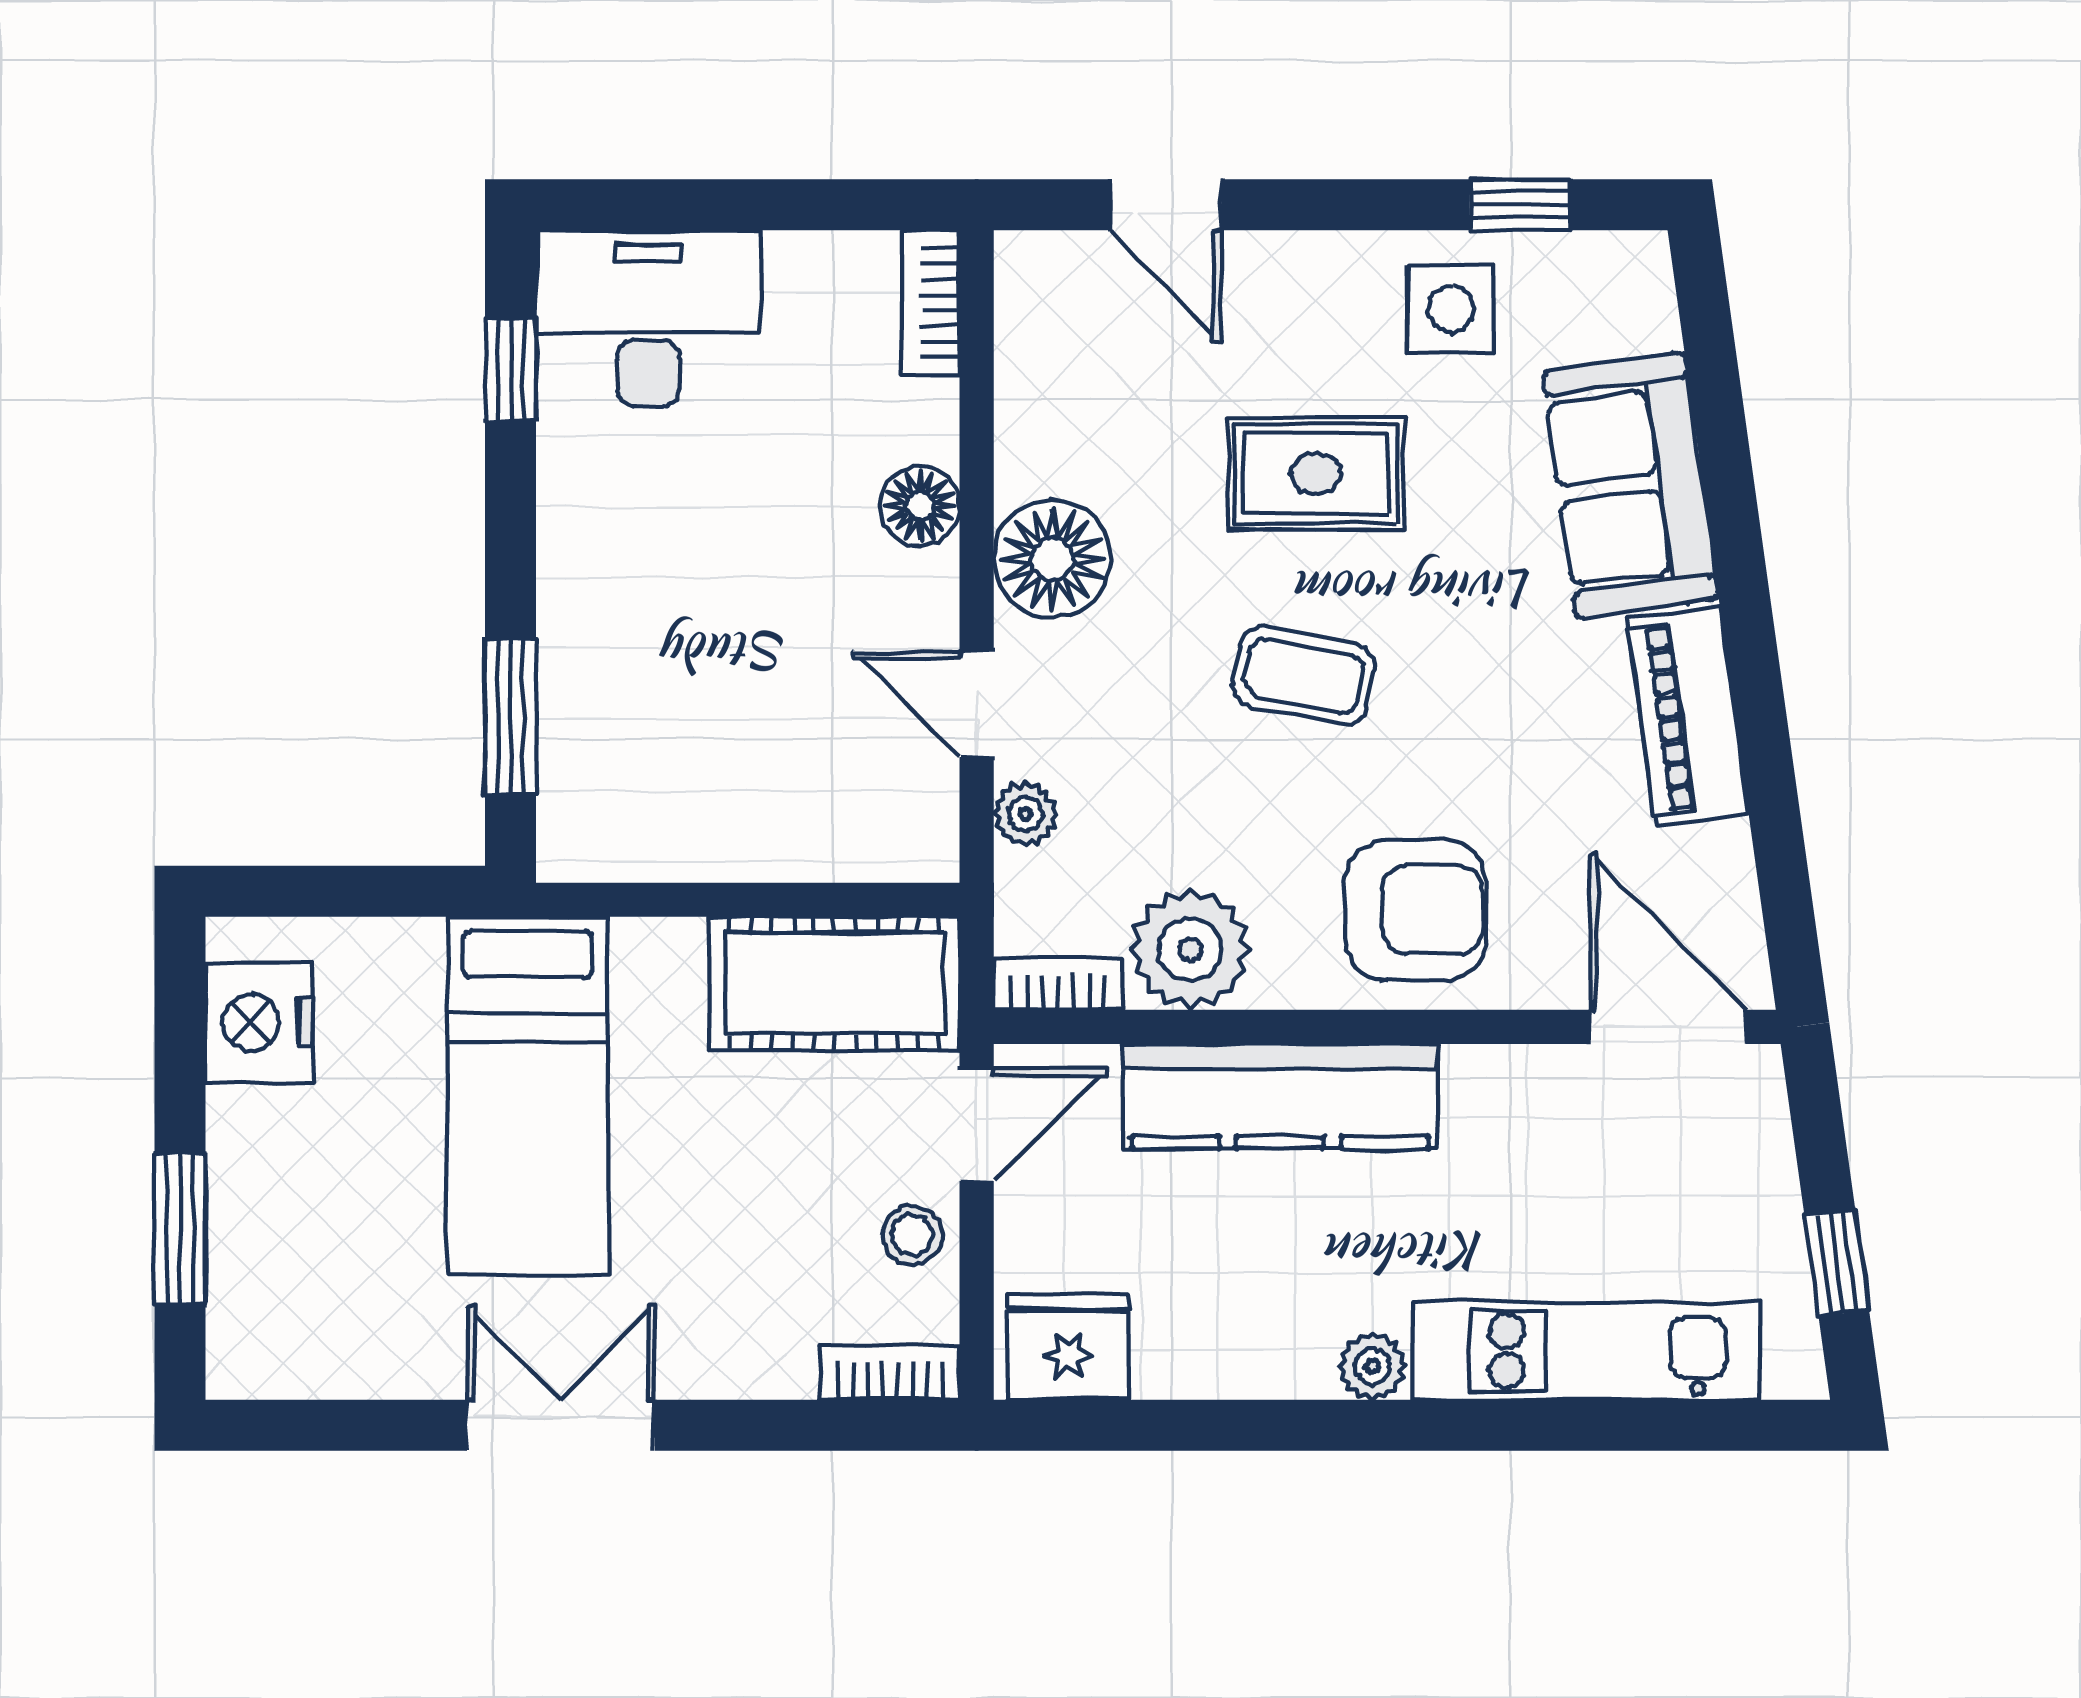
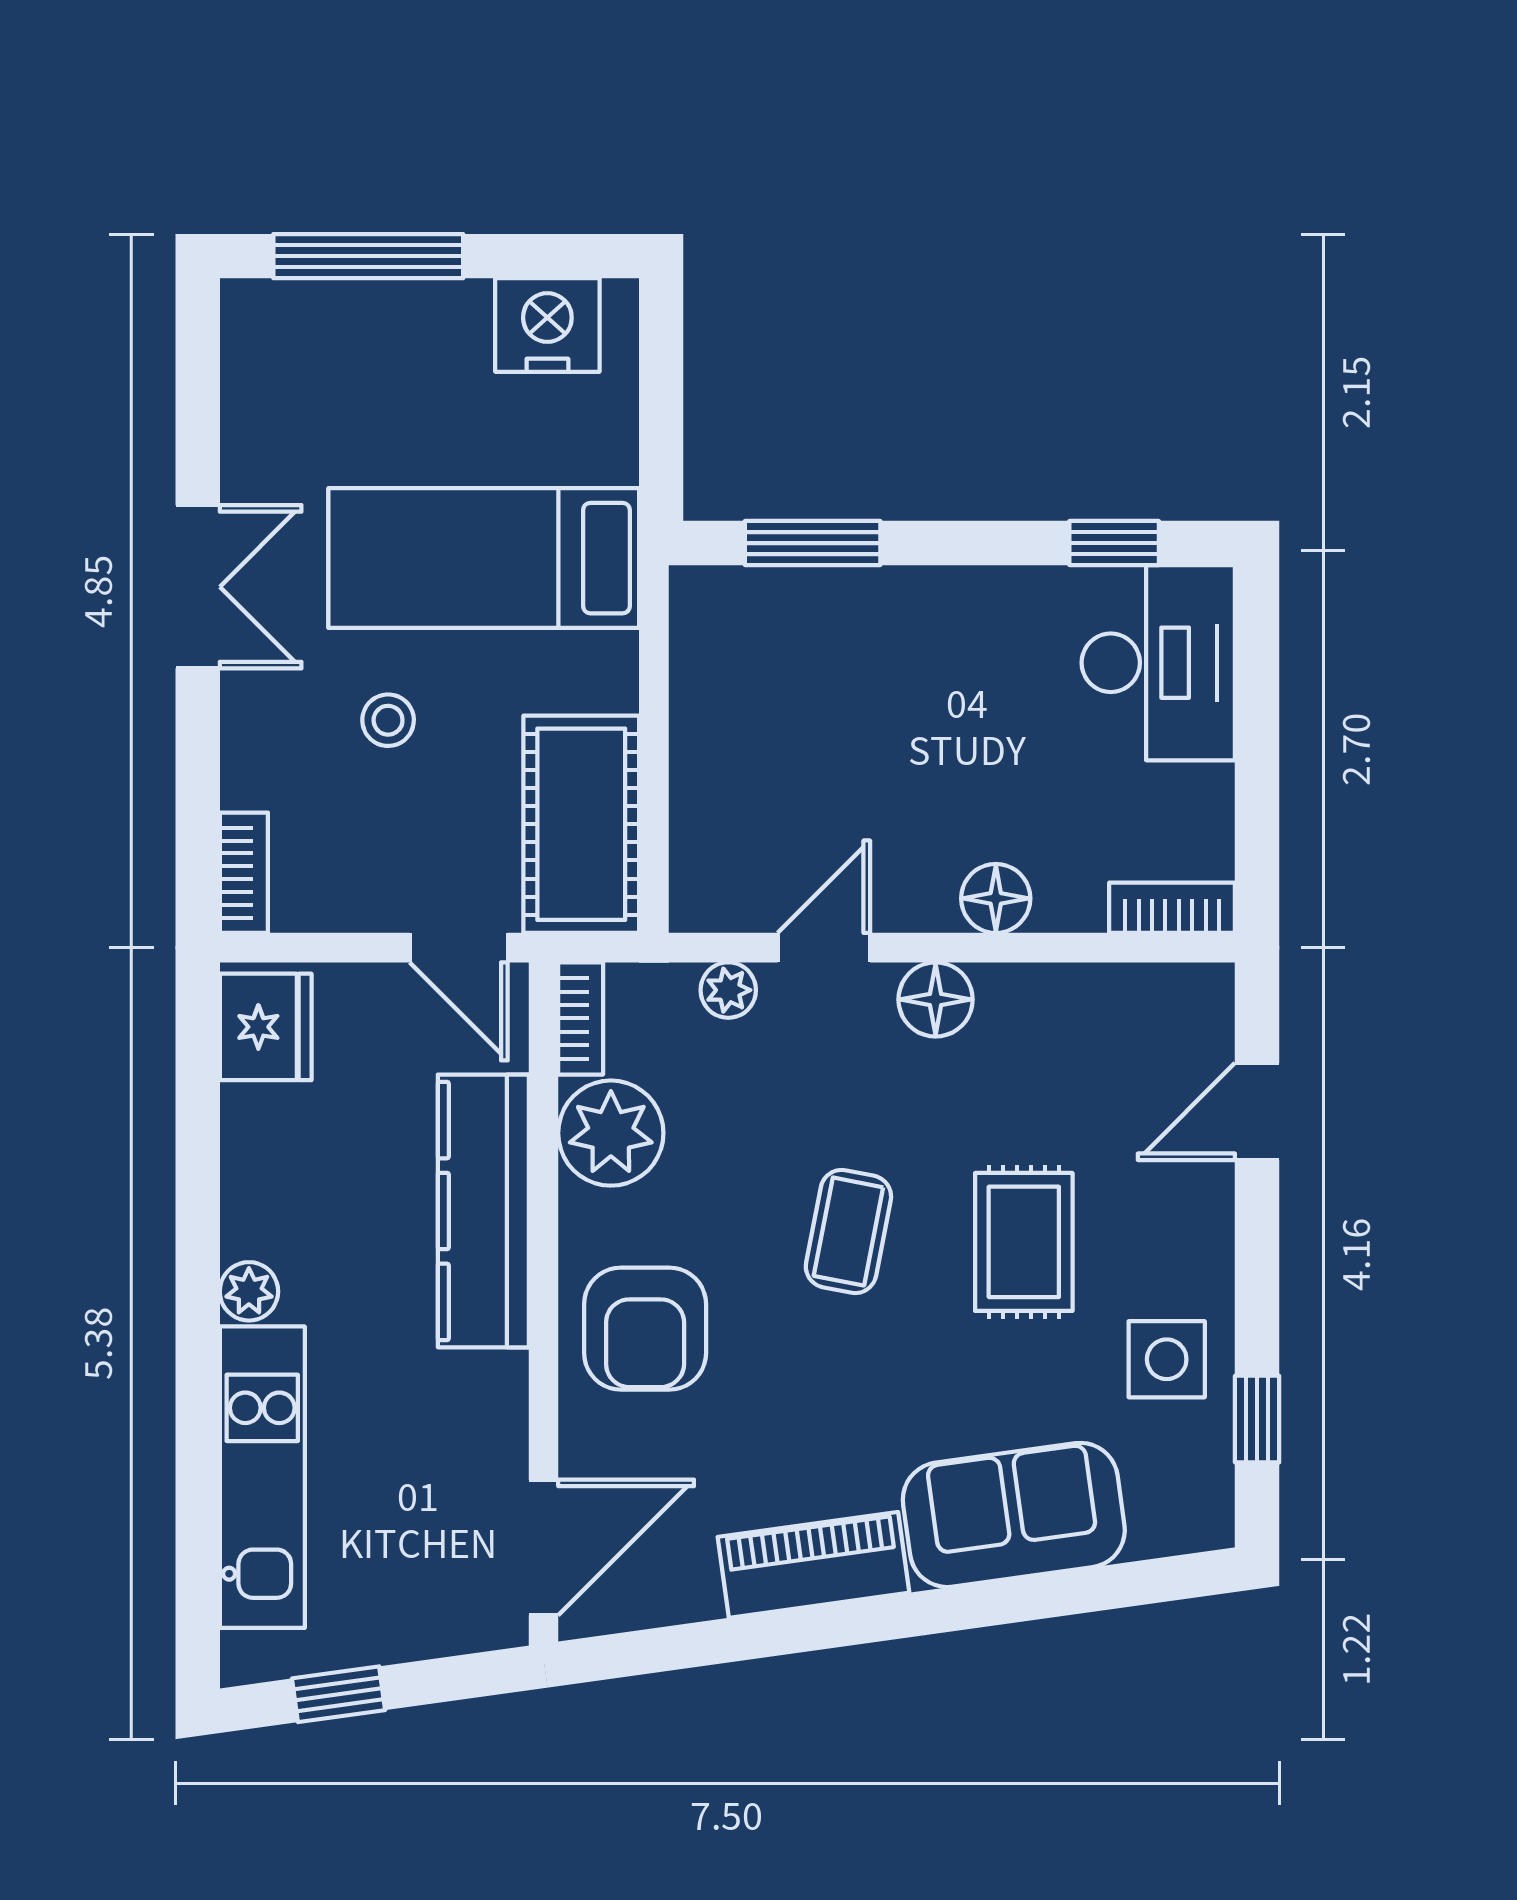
floor lamp: (1052, 559) -> (936, 999), width x0.73, depth x0.73
window: (180, 1229) -> (368, 256), width x1.44
stool: (912, 1235) -> (388, 720), moved

